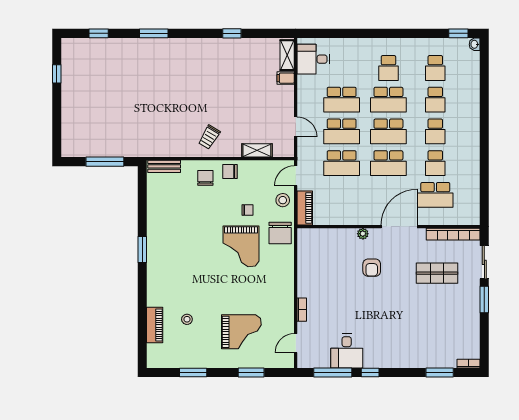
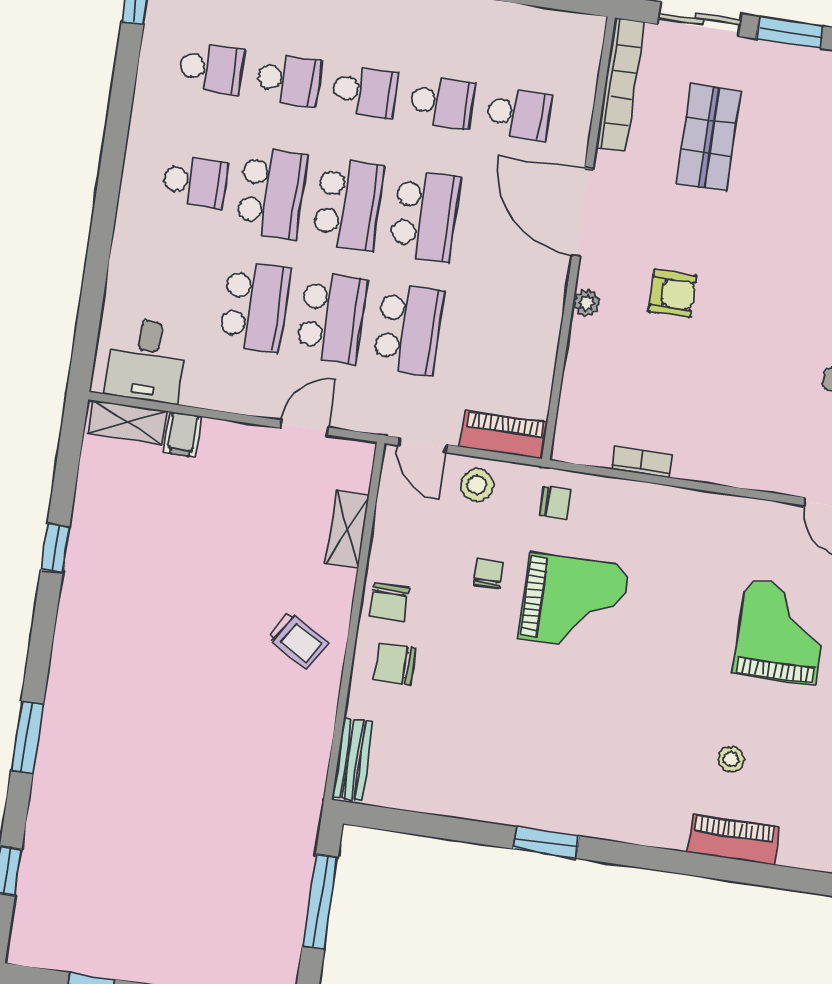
school desk: (435, 195) -> (519, 114), width x0.54
chair: (280, 233) -> (556, 503), width x0.54, depth x0.54
bookcase: (302, 310) -> (642, 462), moved

